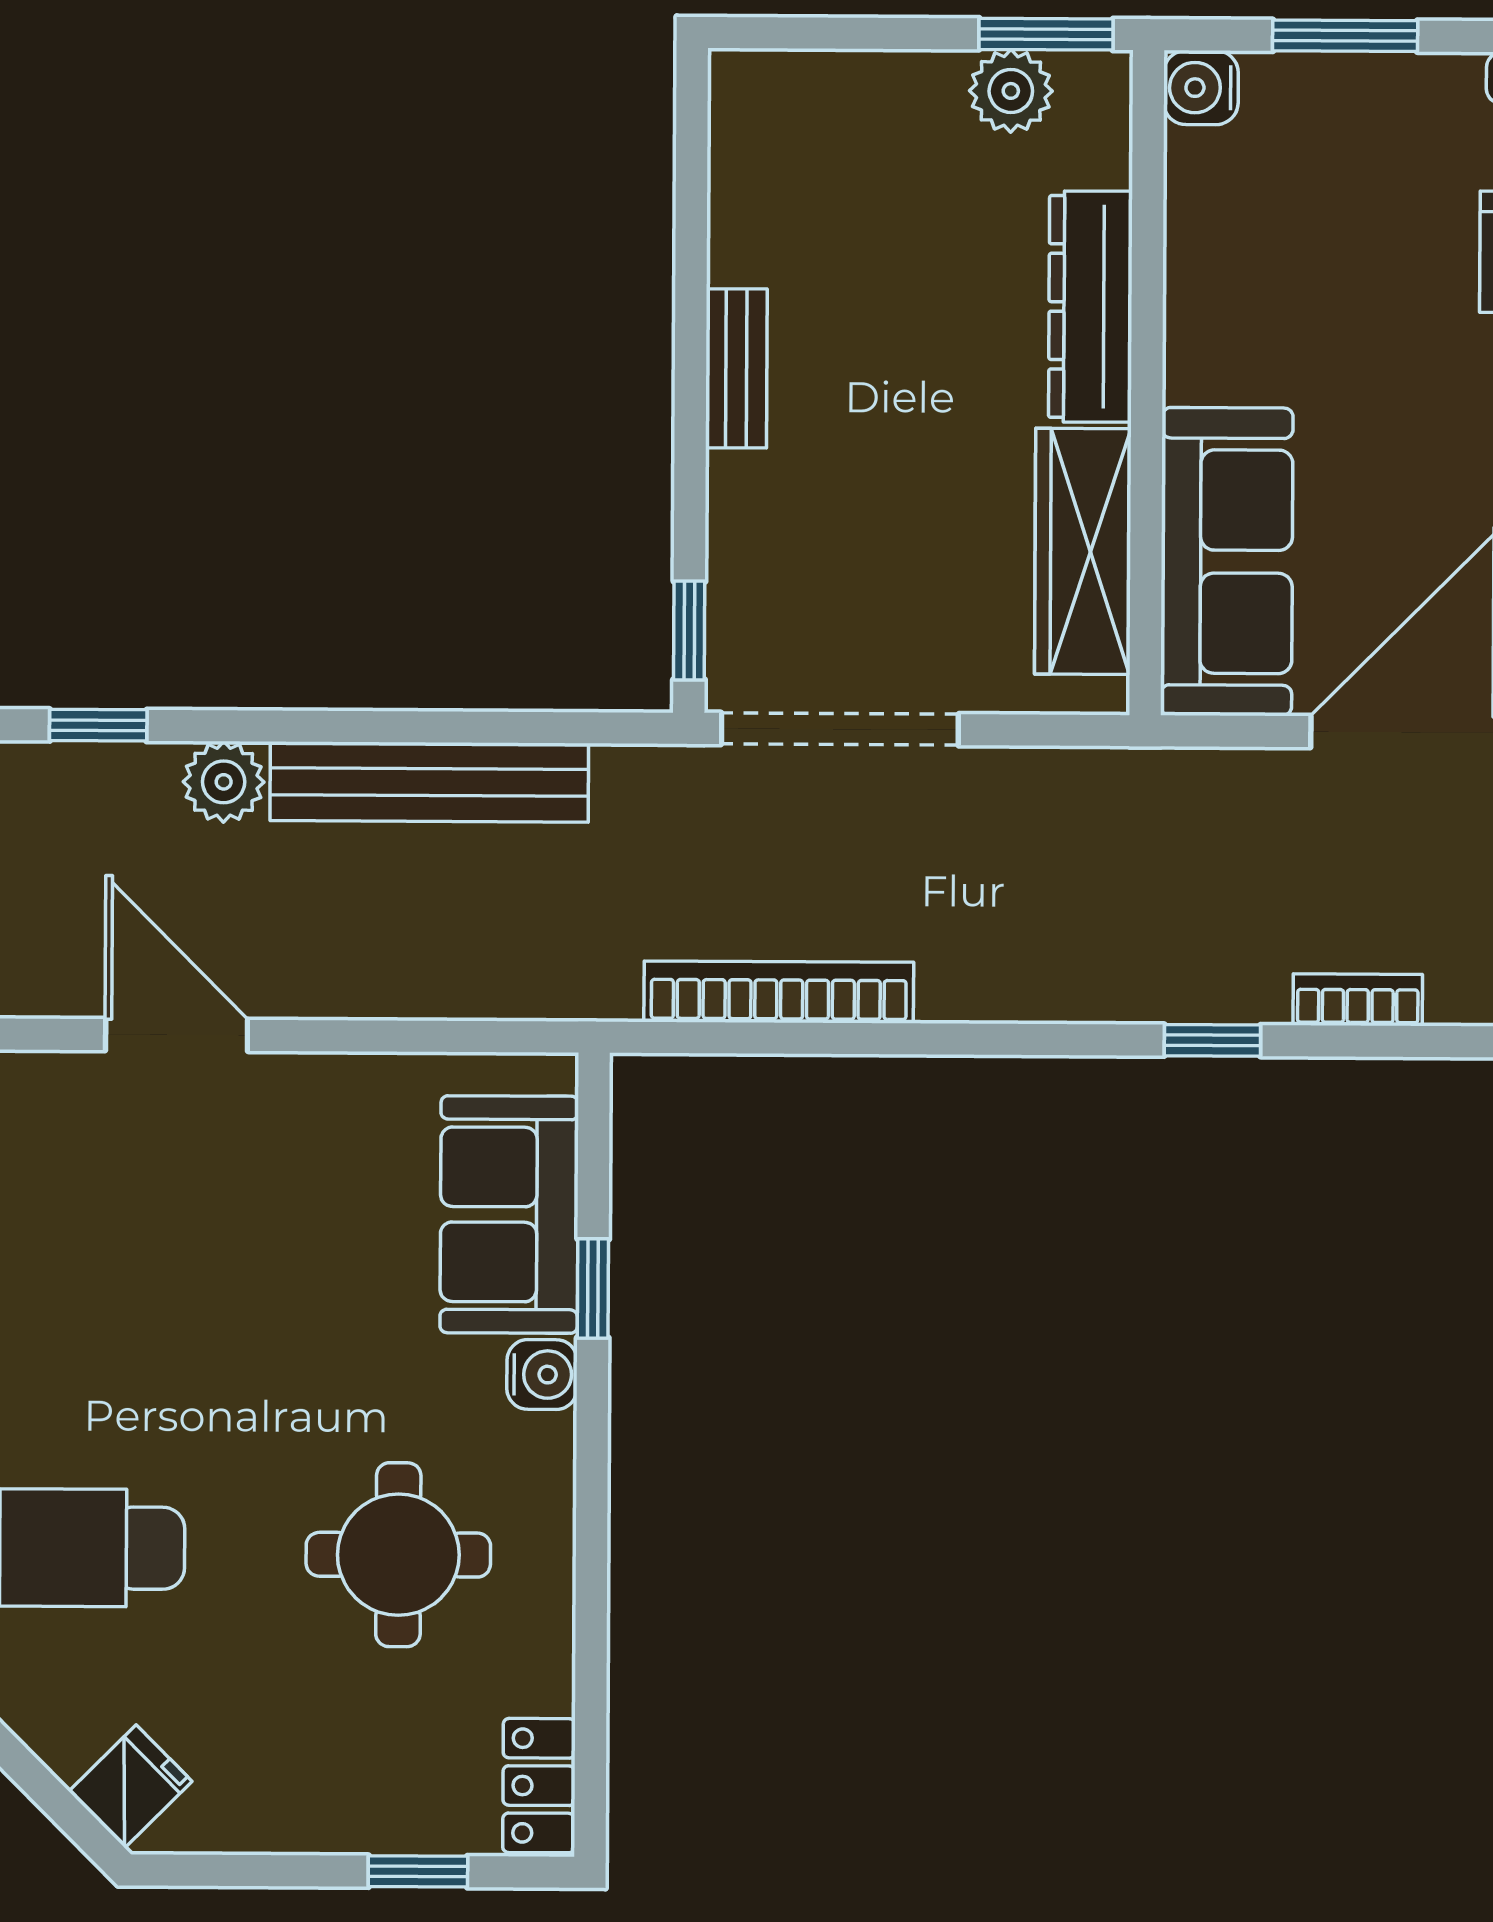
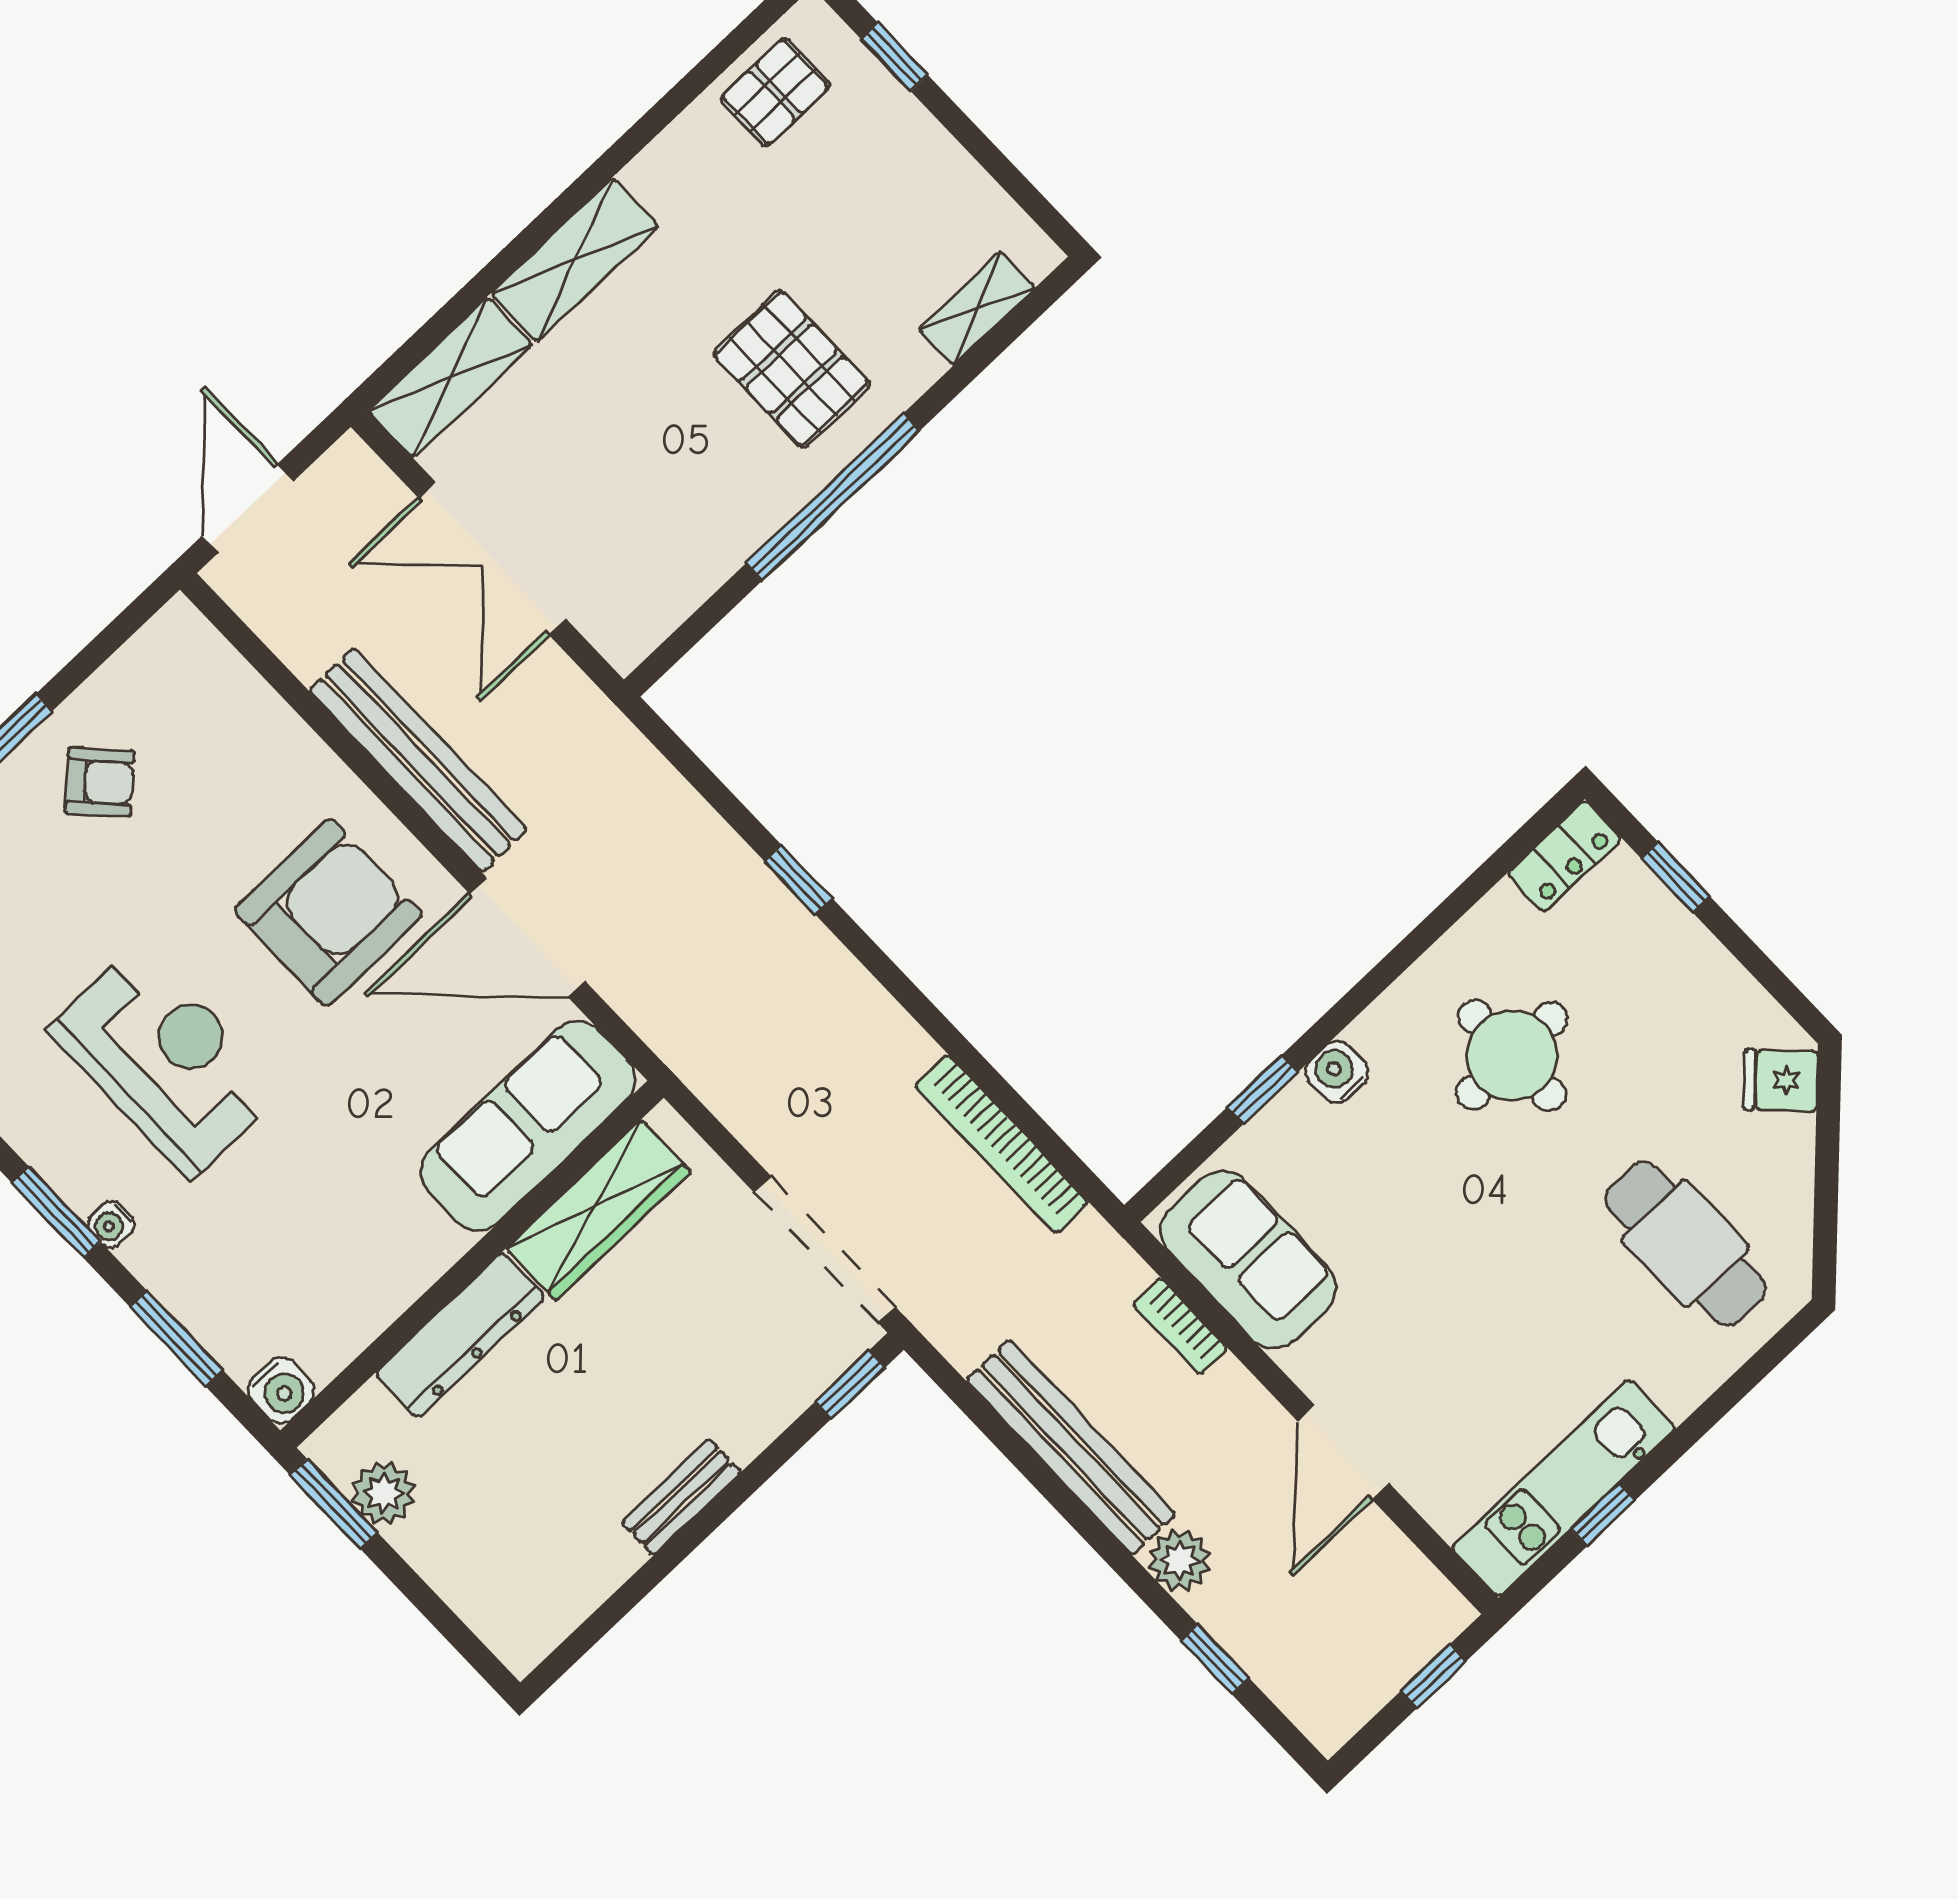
bookcase: (1358, 1000) -> (1180, 1326), moved
sofa: (509, 1214) -> (1248, 1259), moved, turned -90

